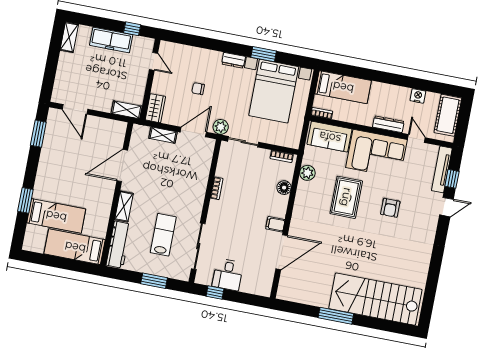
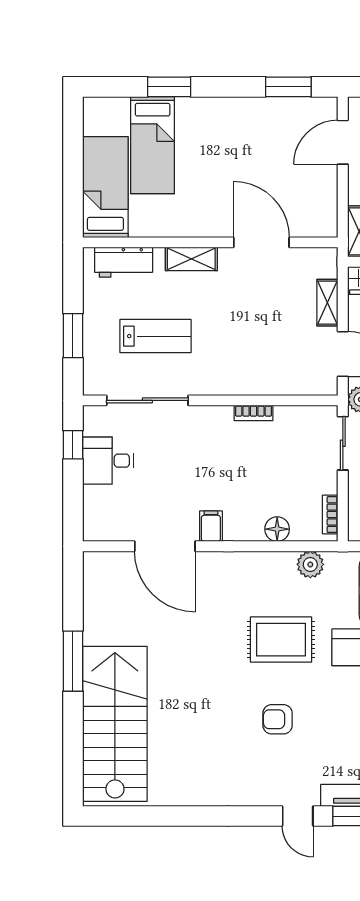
workbench: (119, 245) -> (124, 262), width x0.73

